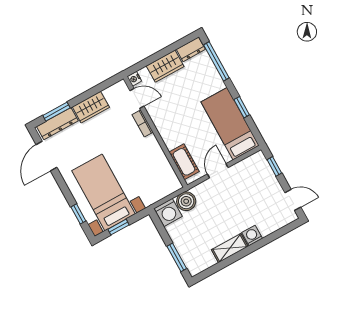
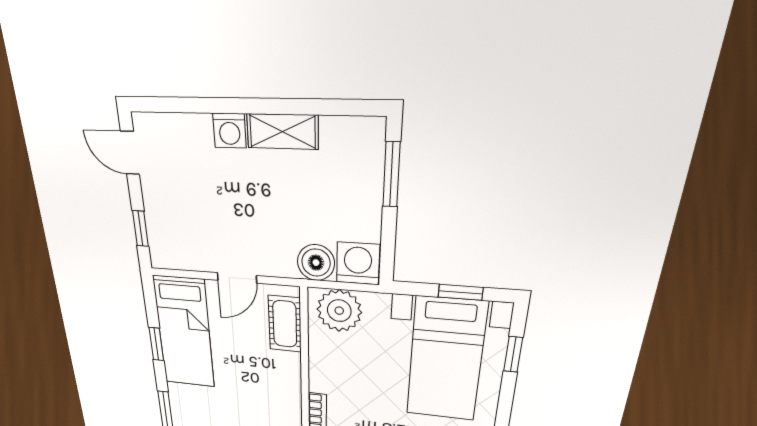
plant: (163, 185) -> (339, 311), added

